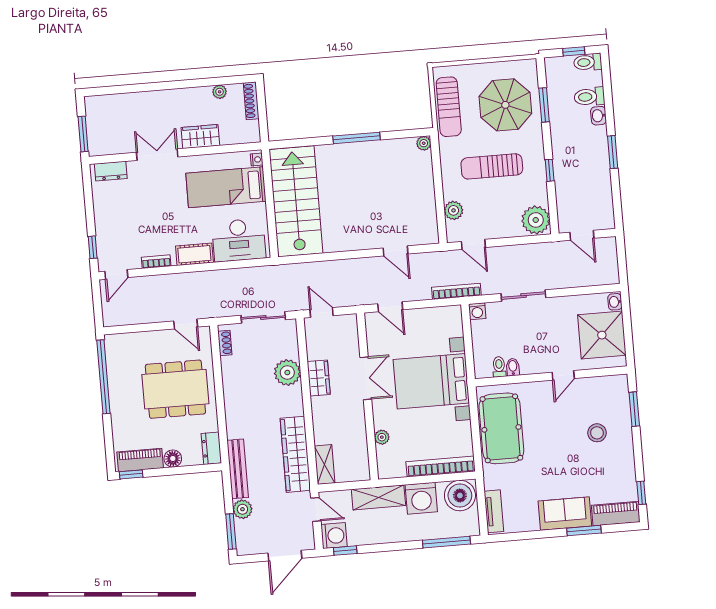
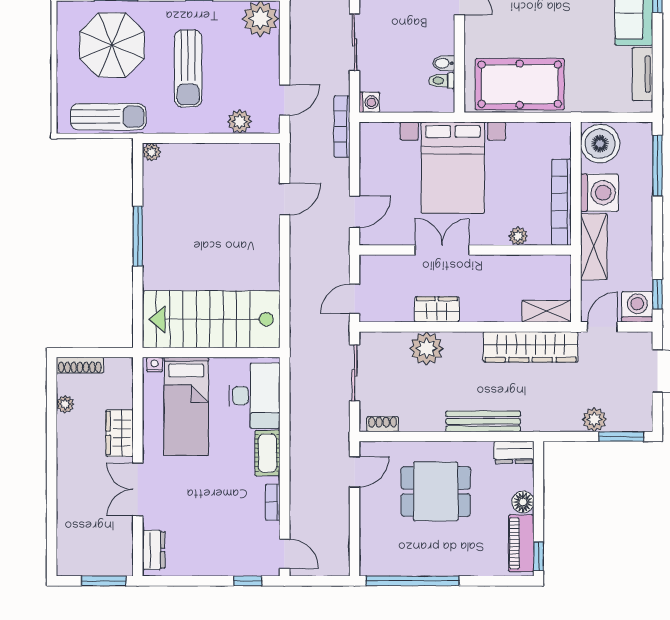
dining table: (175, 389) -> (436, 491), width x0.73
bookcase: (441, 467) -> (561, 202), moved
bench: (238, 469) -> (483, 421), moved
tv unit: (494, 511) -> (643, 74), moved, turned -90

